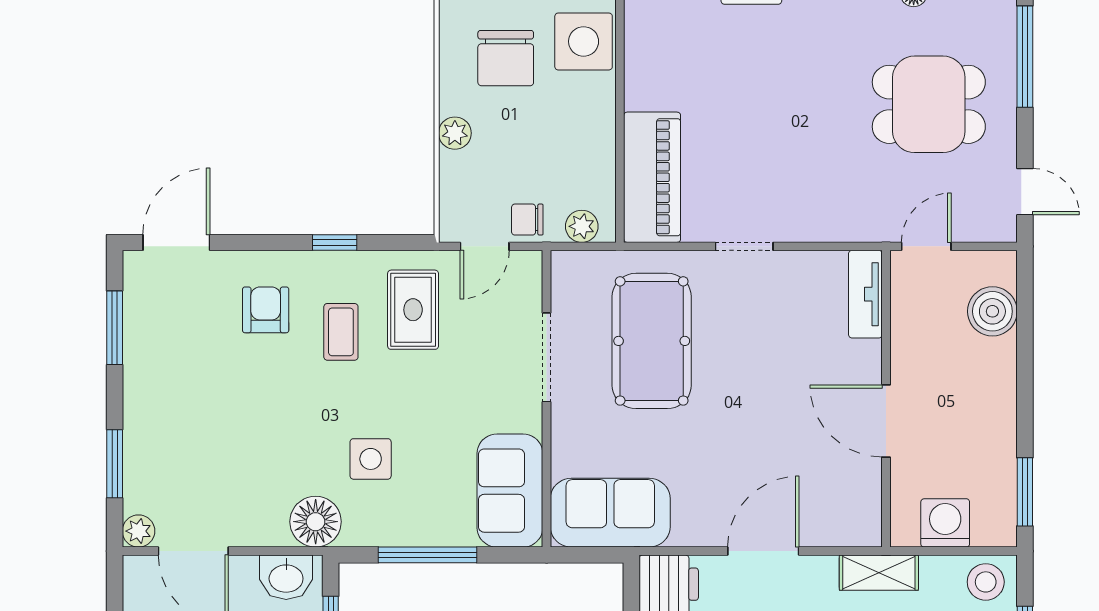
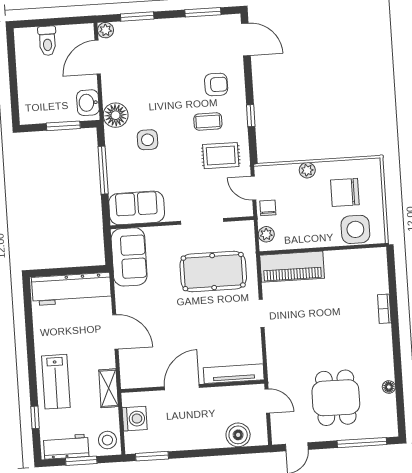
tv unit: (865, 294) -> (234, 374), width x1.41

